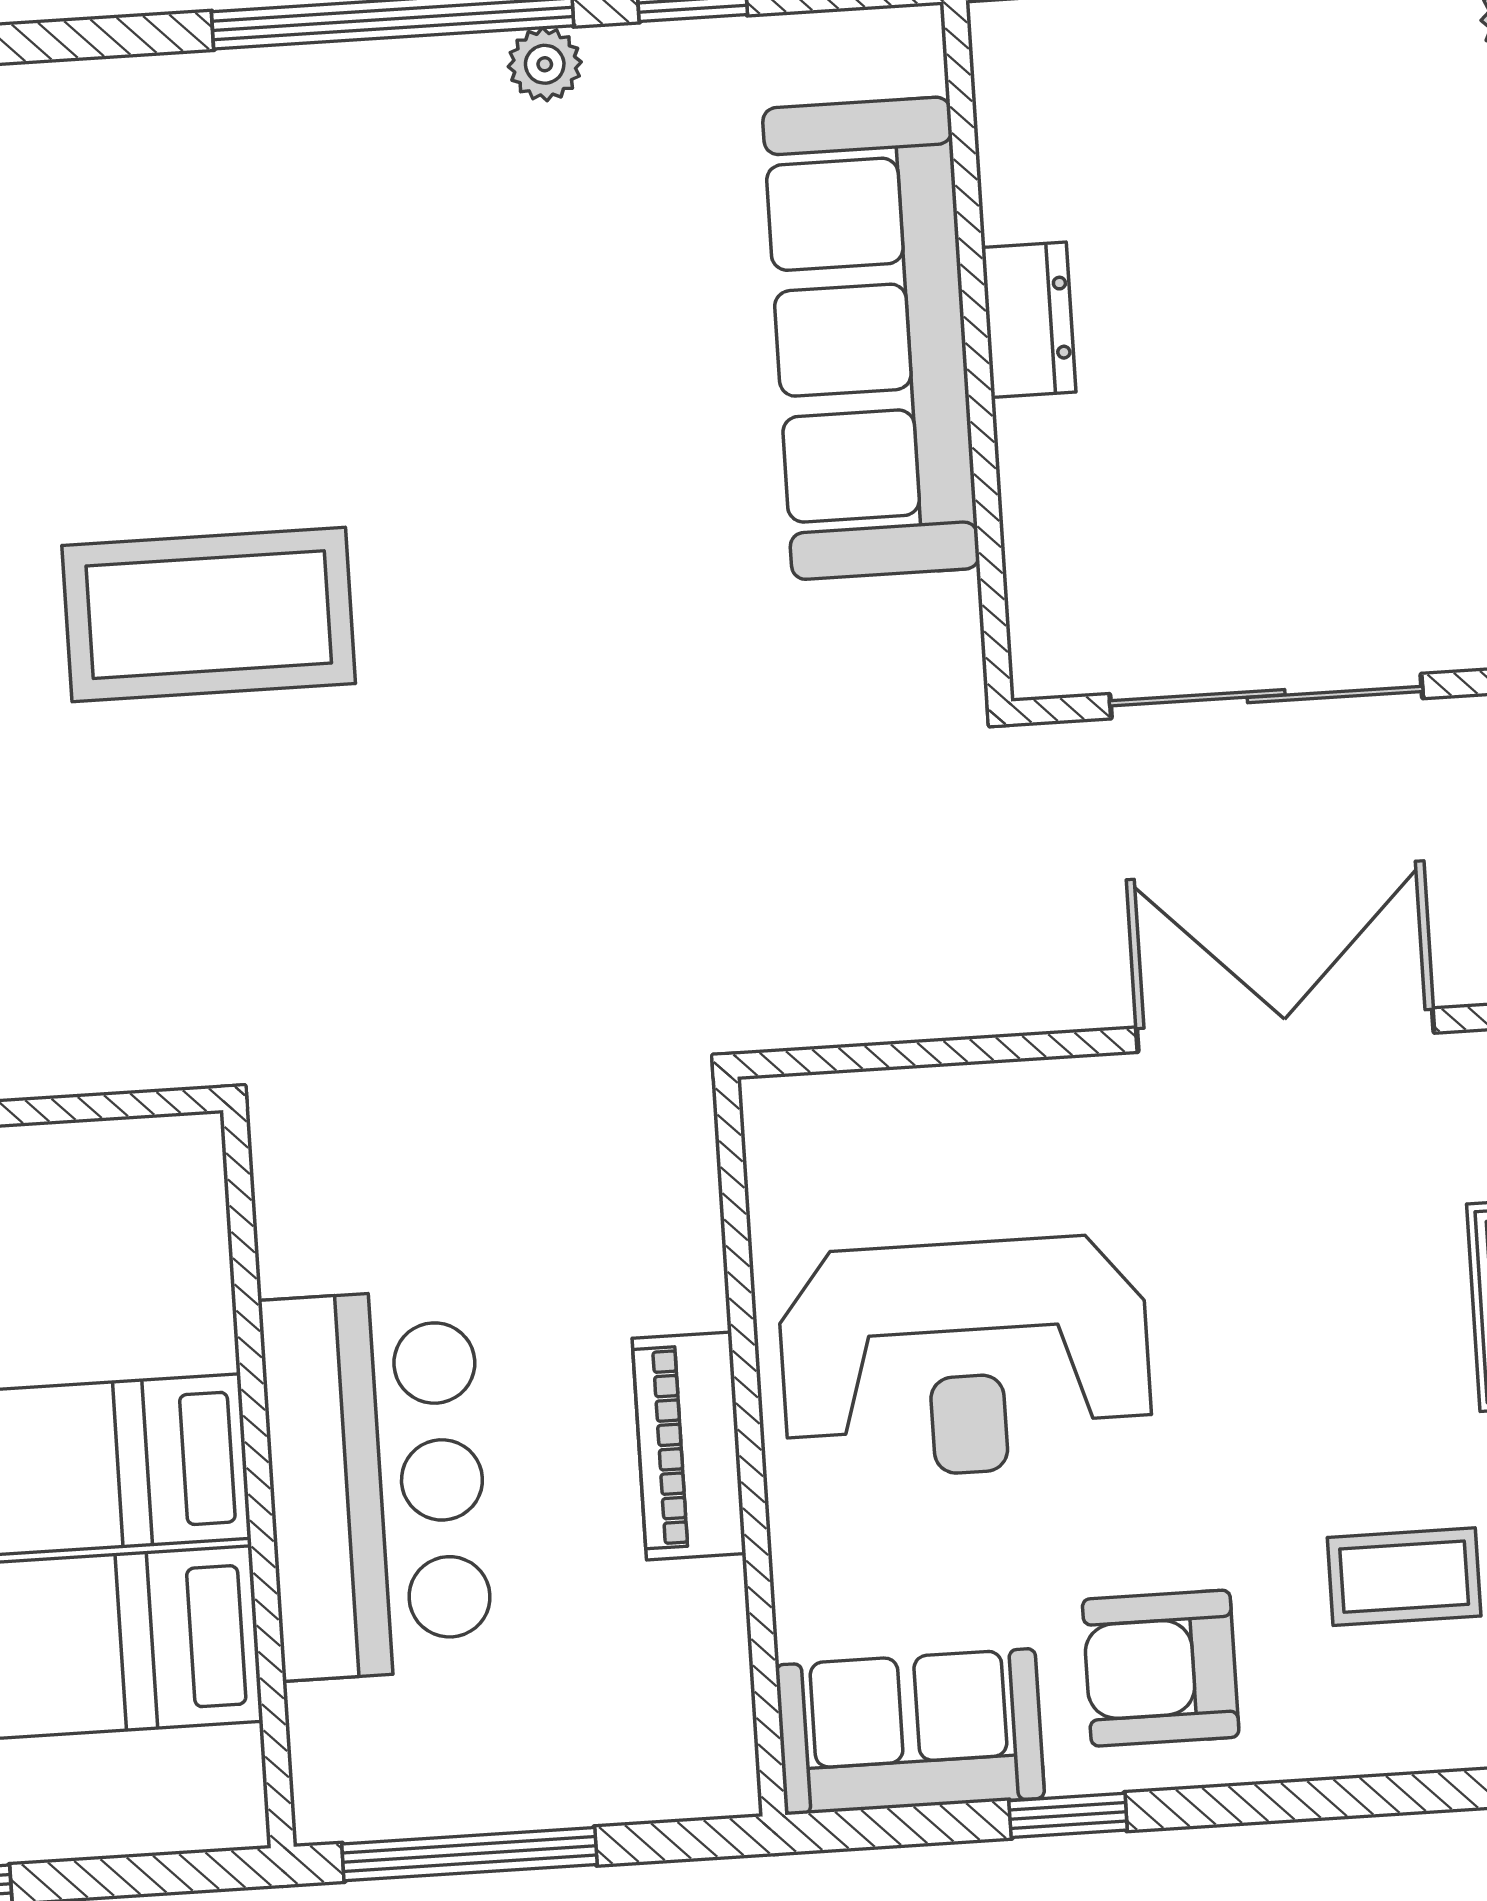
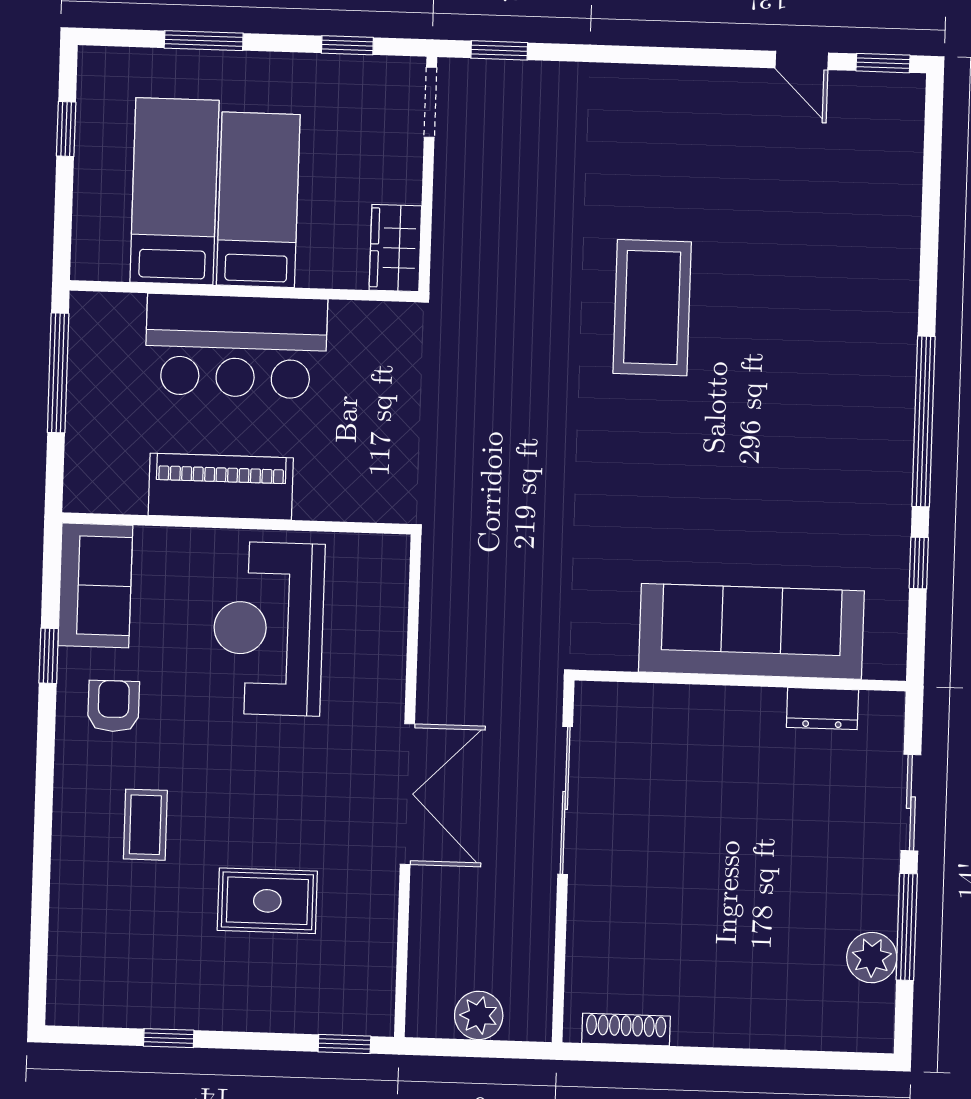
plant: (545, 64) -> (895, 491), removed
dresser: (1029, 320) -> (822, 709), moved
wardrobe: (136, 1168) -> (395, 248), added
piano: (689, 1446) -> (221, 487), width x1.37, depth x1.33
armchair: (1161, 1668) -> (114, 706), width x0.72, depth x0.72

